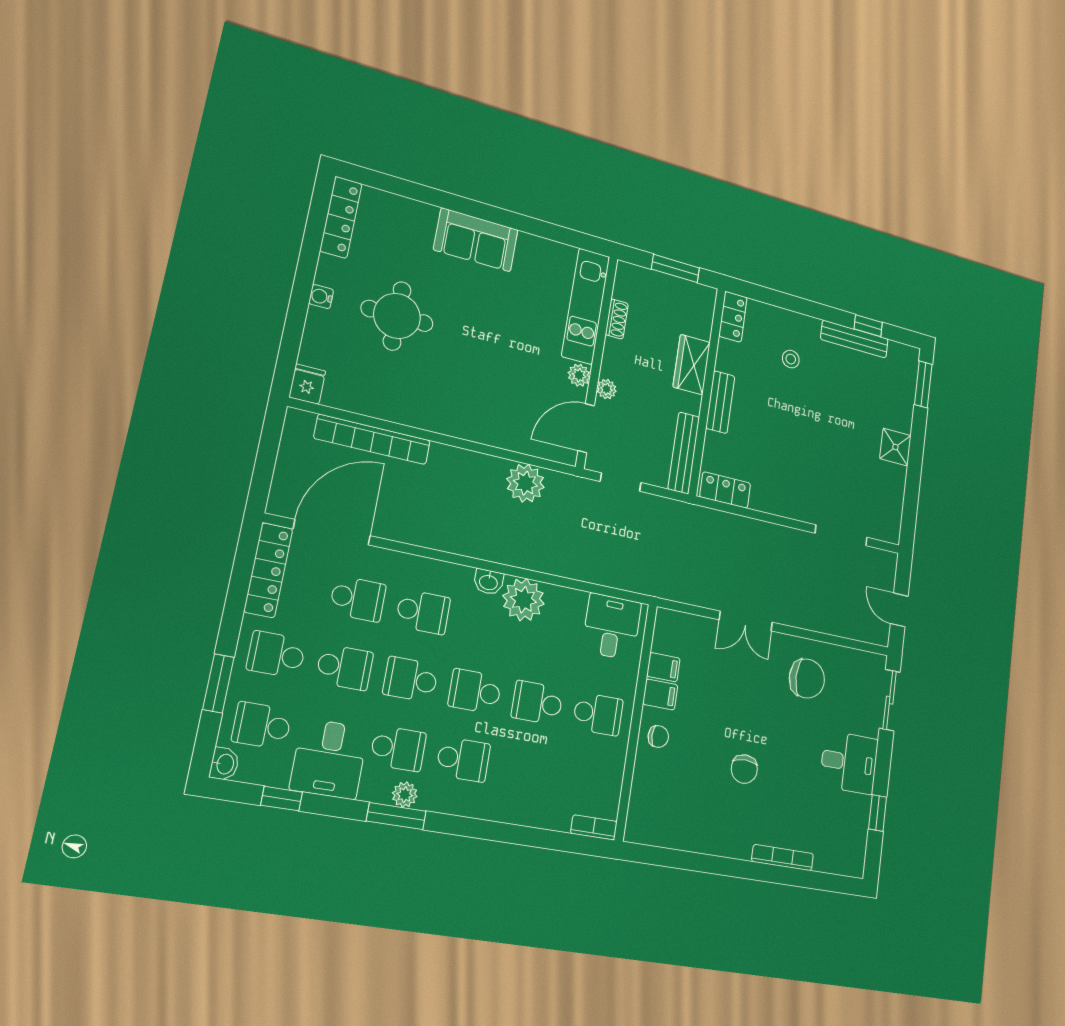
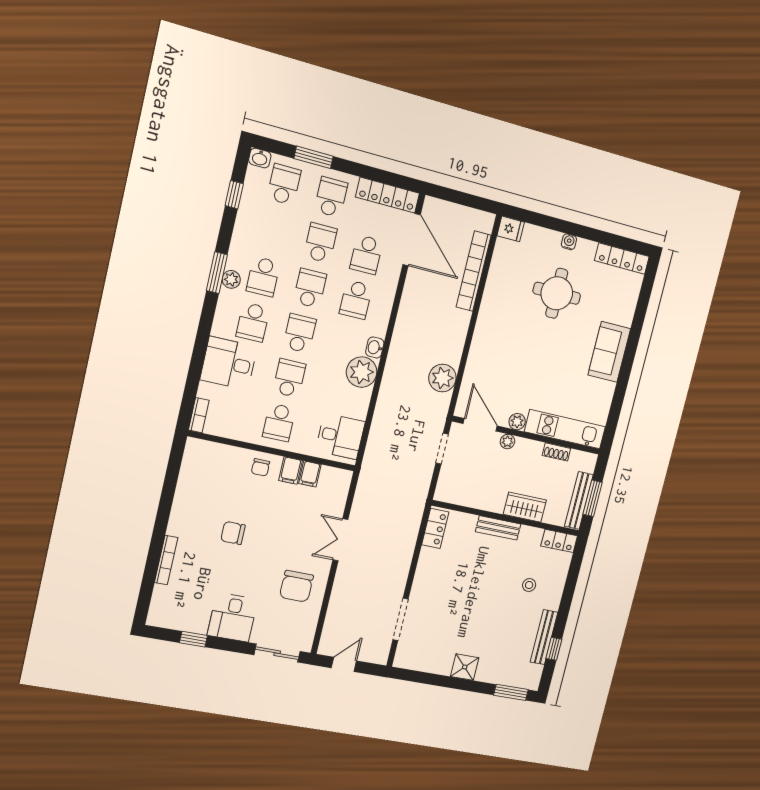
bench: (684, 453) -> (579, 500), moved, turned 90
school desk: (344, 667) -> (320, 243), turned 180
desk: (329, 759) -> (229, 363), moved

